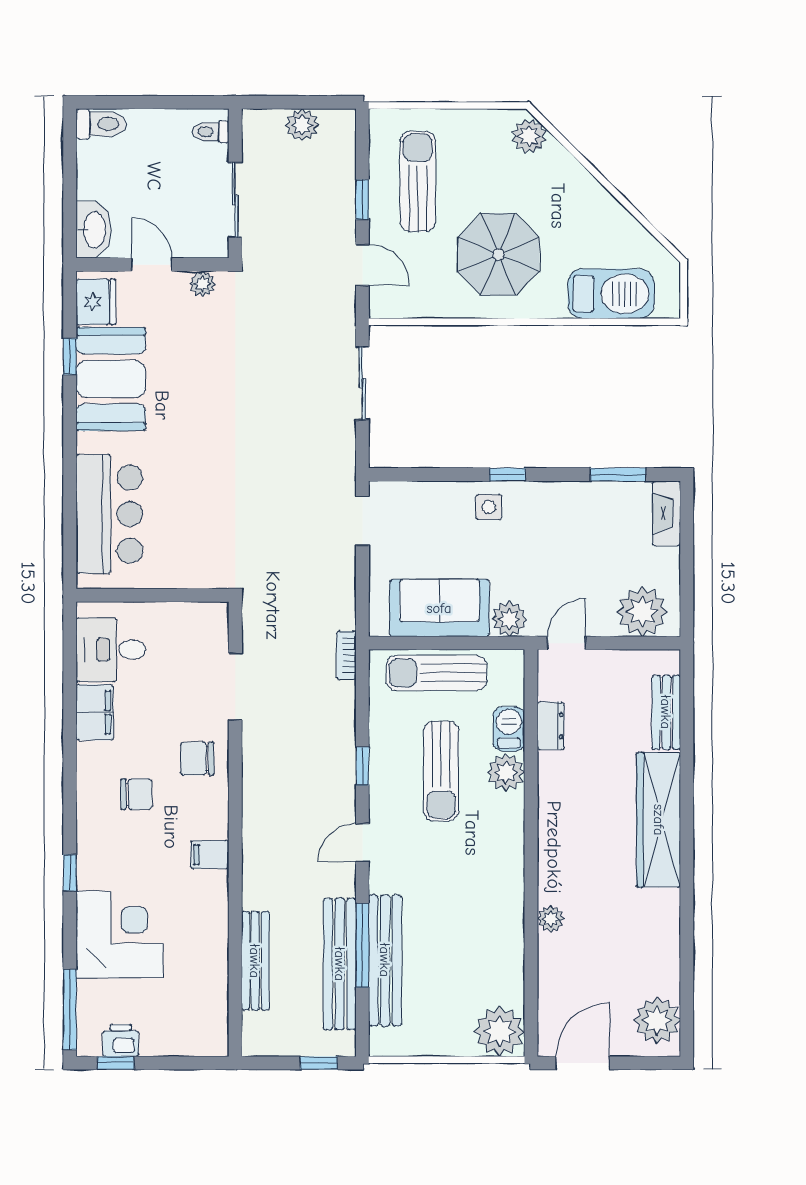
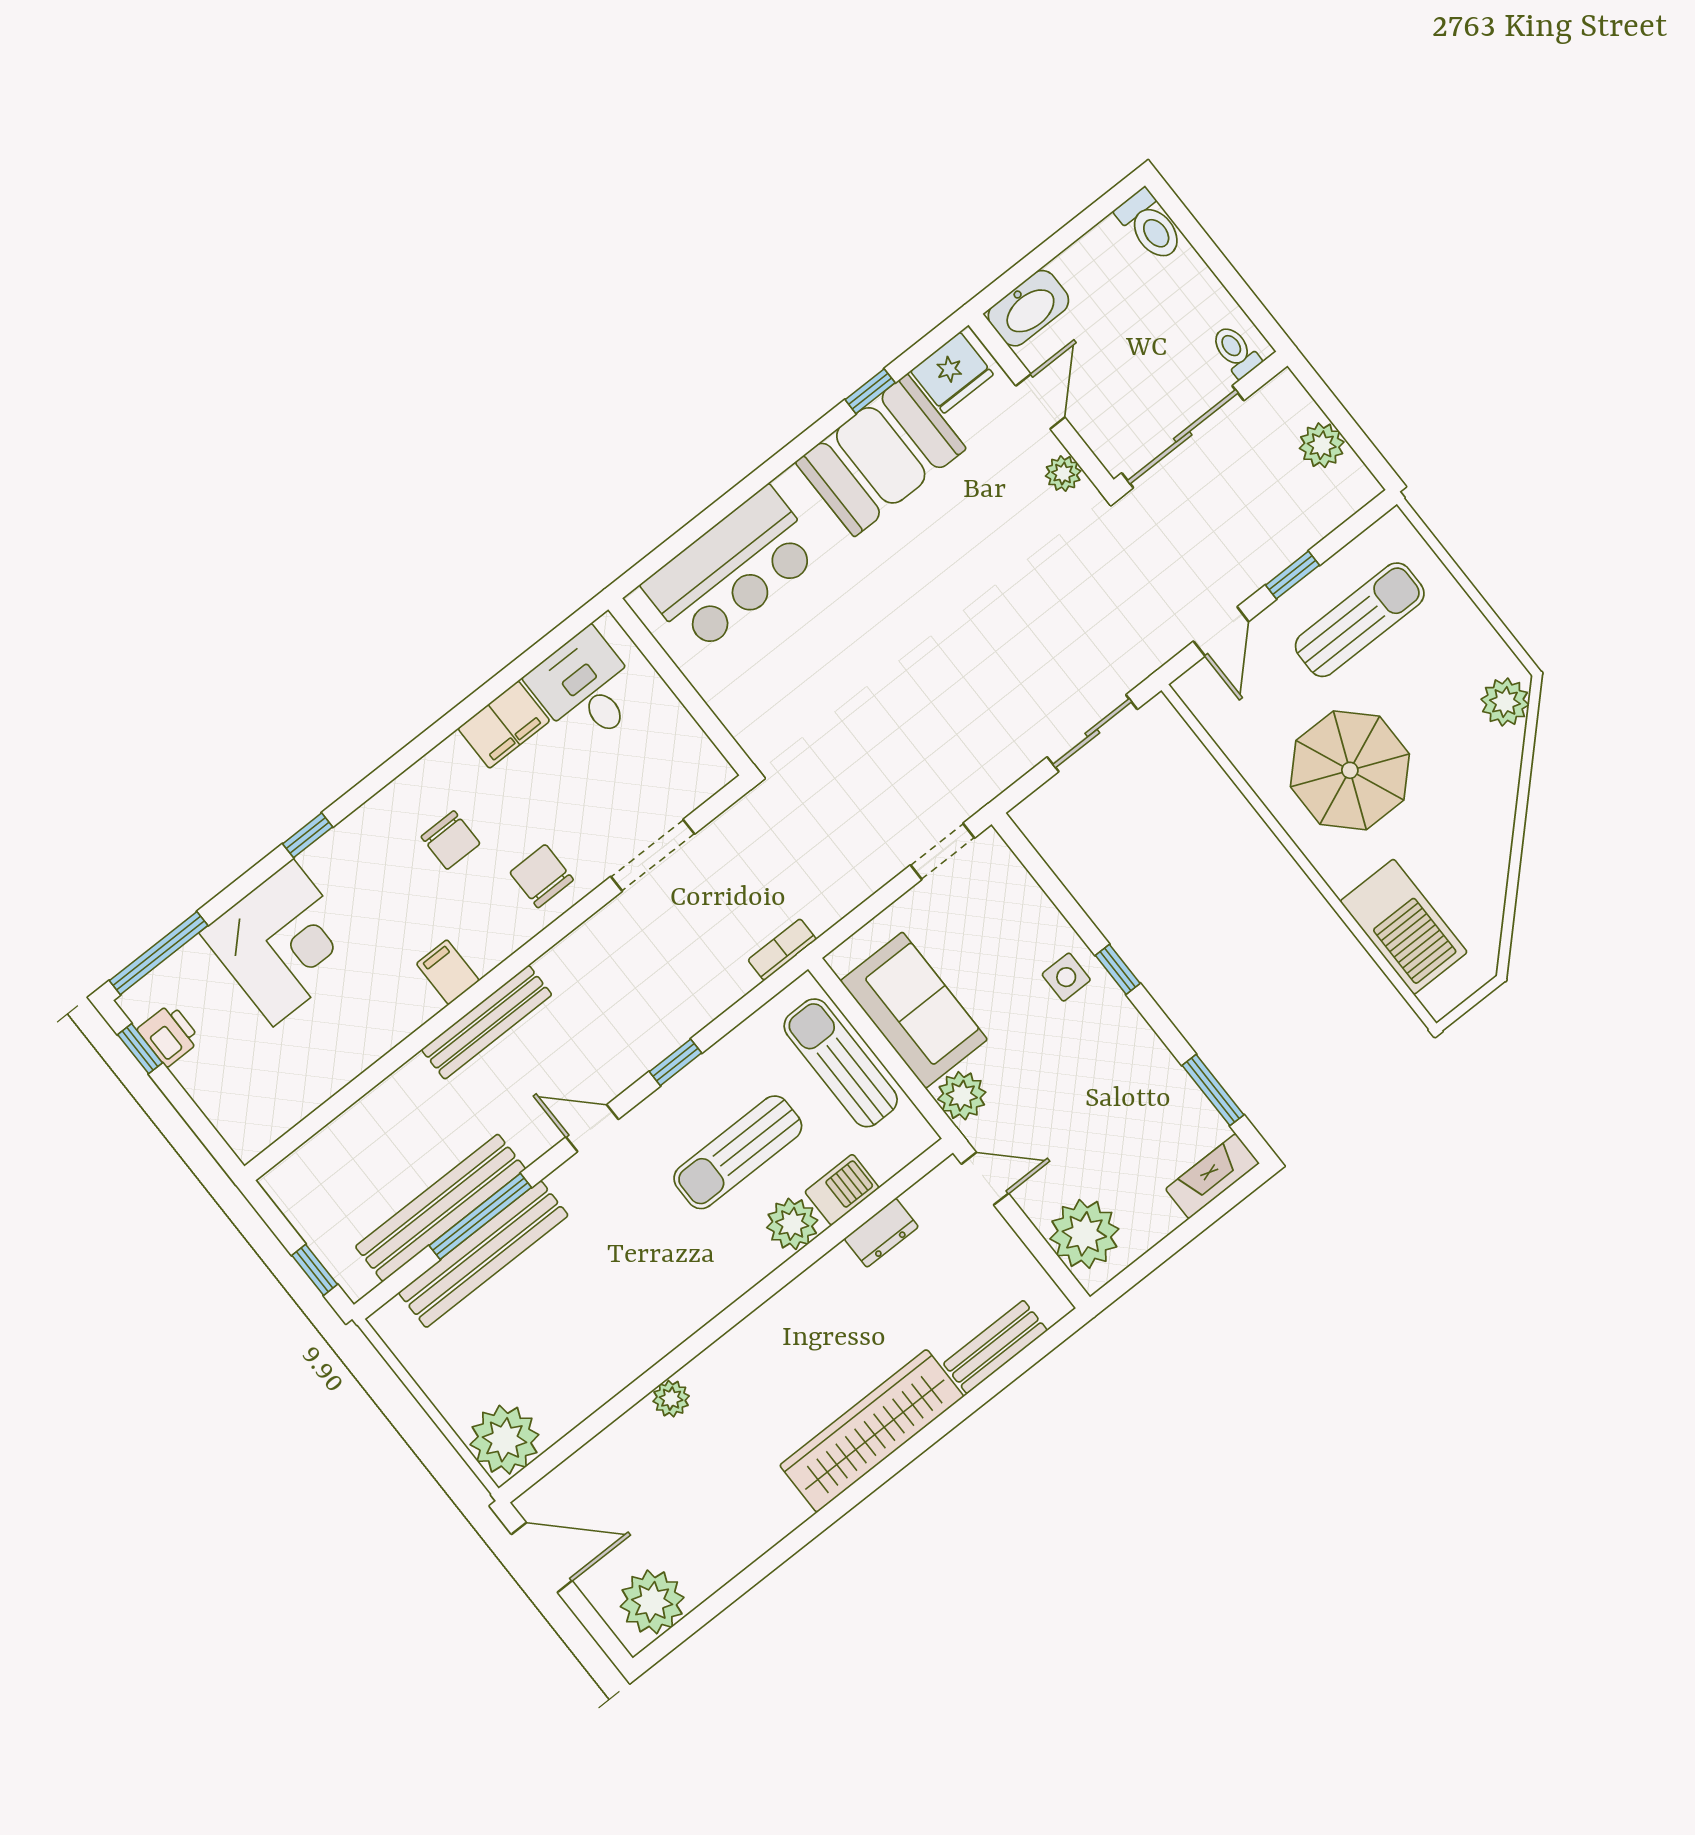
sliding door: (235, 200) -> (1183, 437), width x1.37
bench: (255, 961) -> (487, 1022), moved

